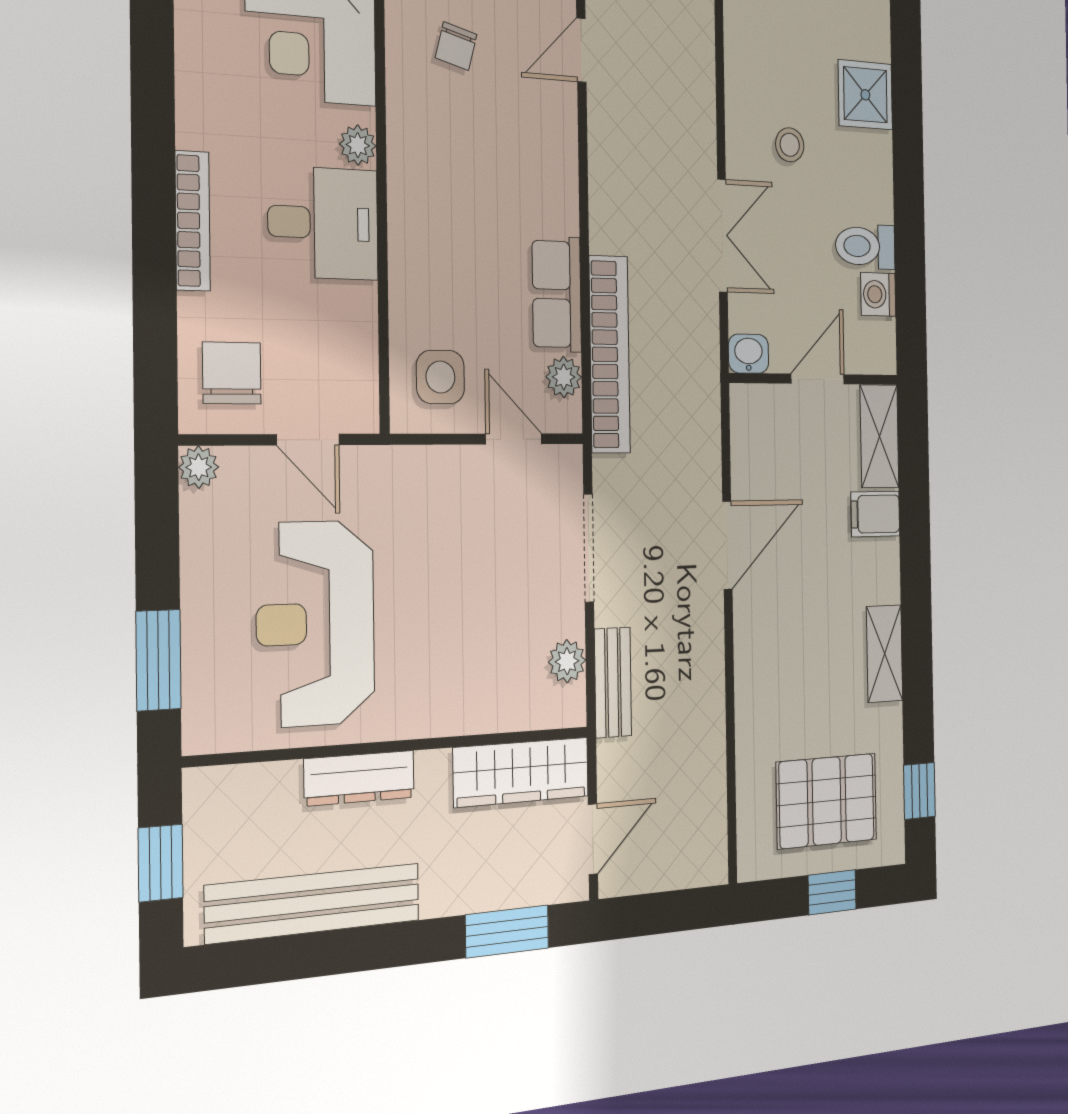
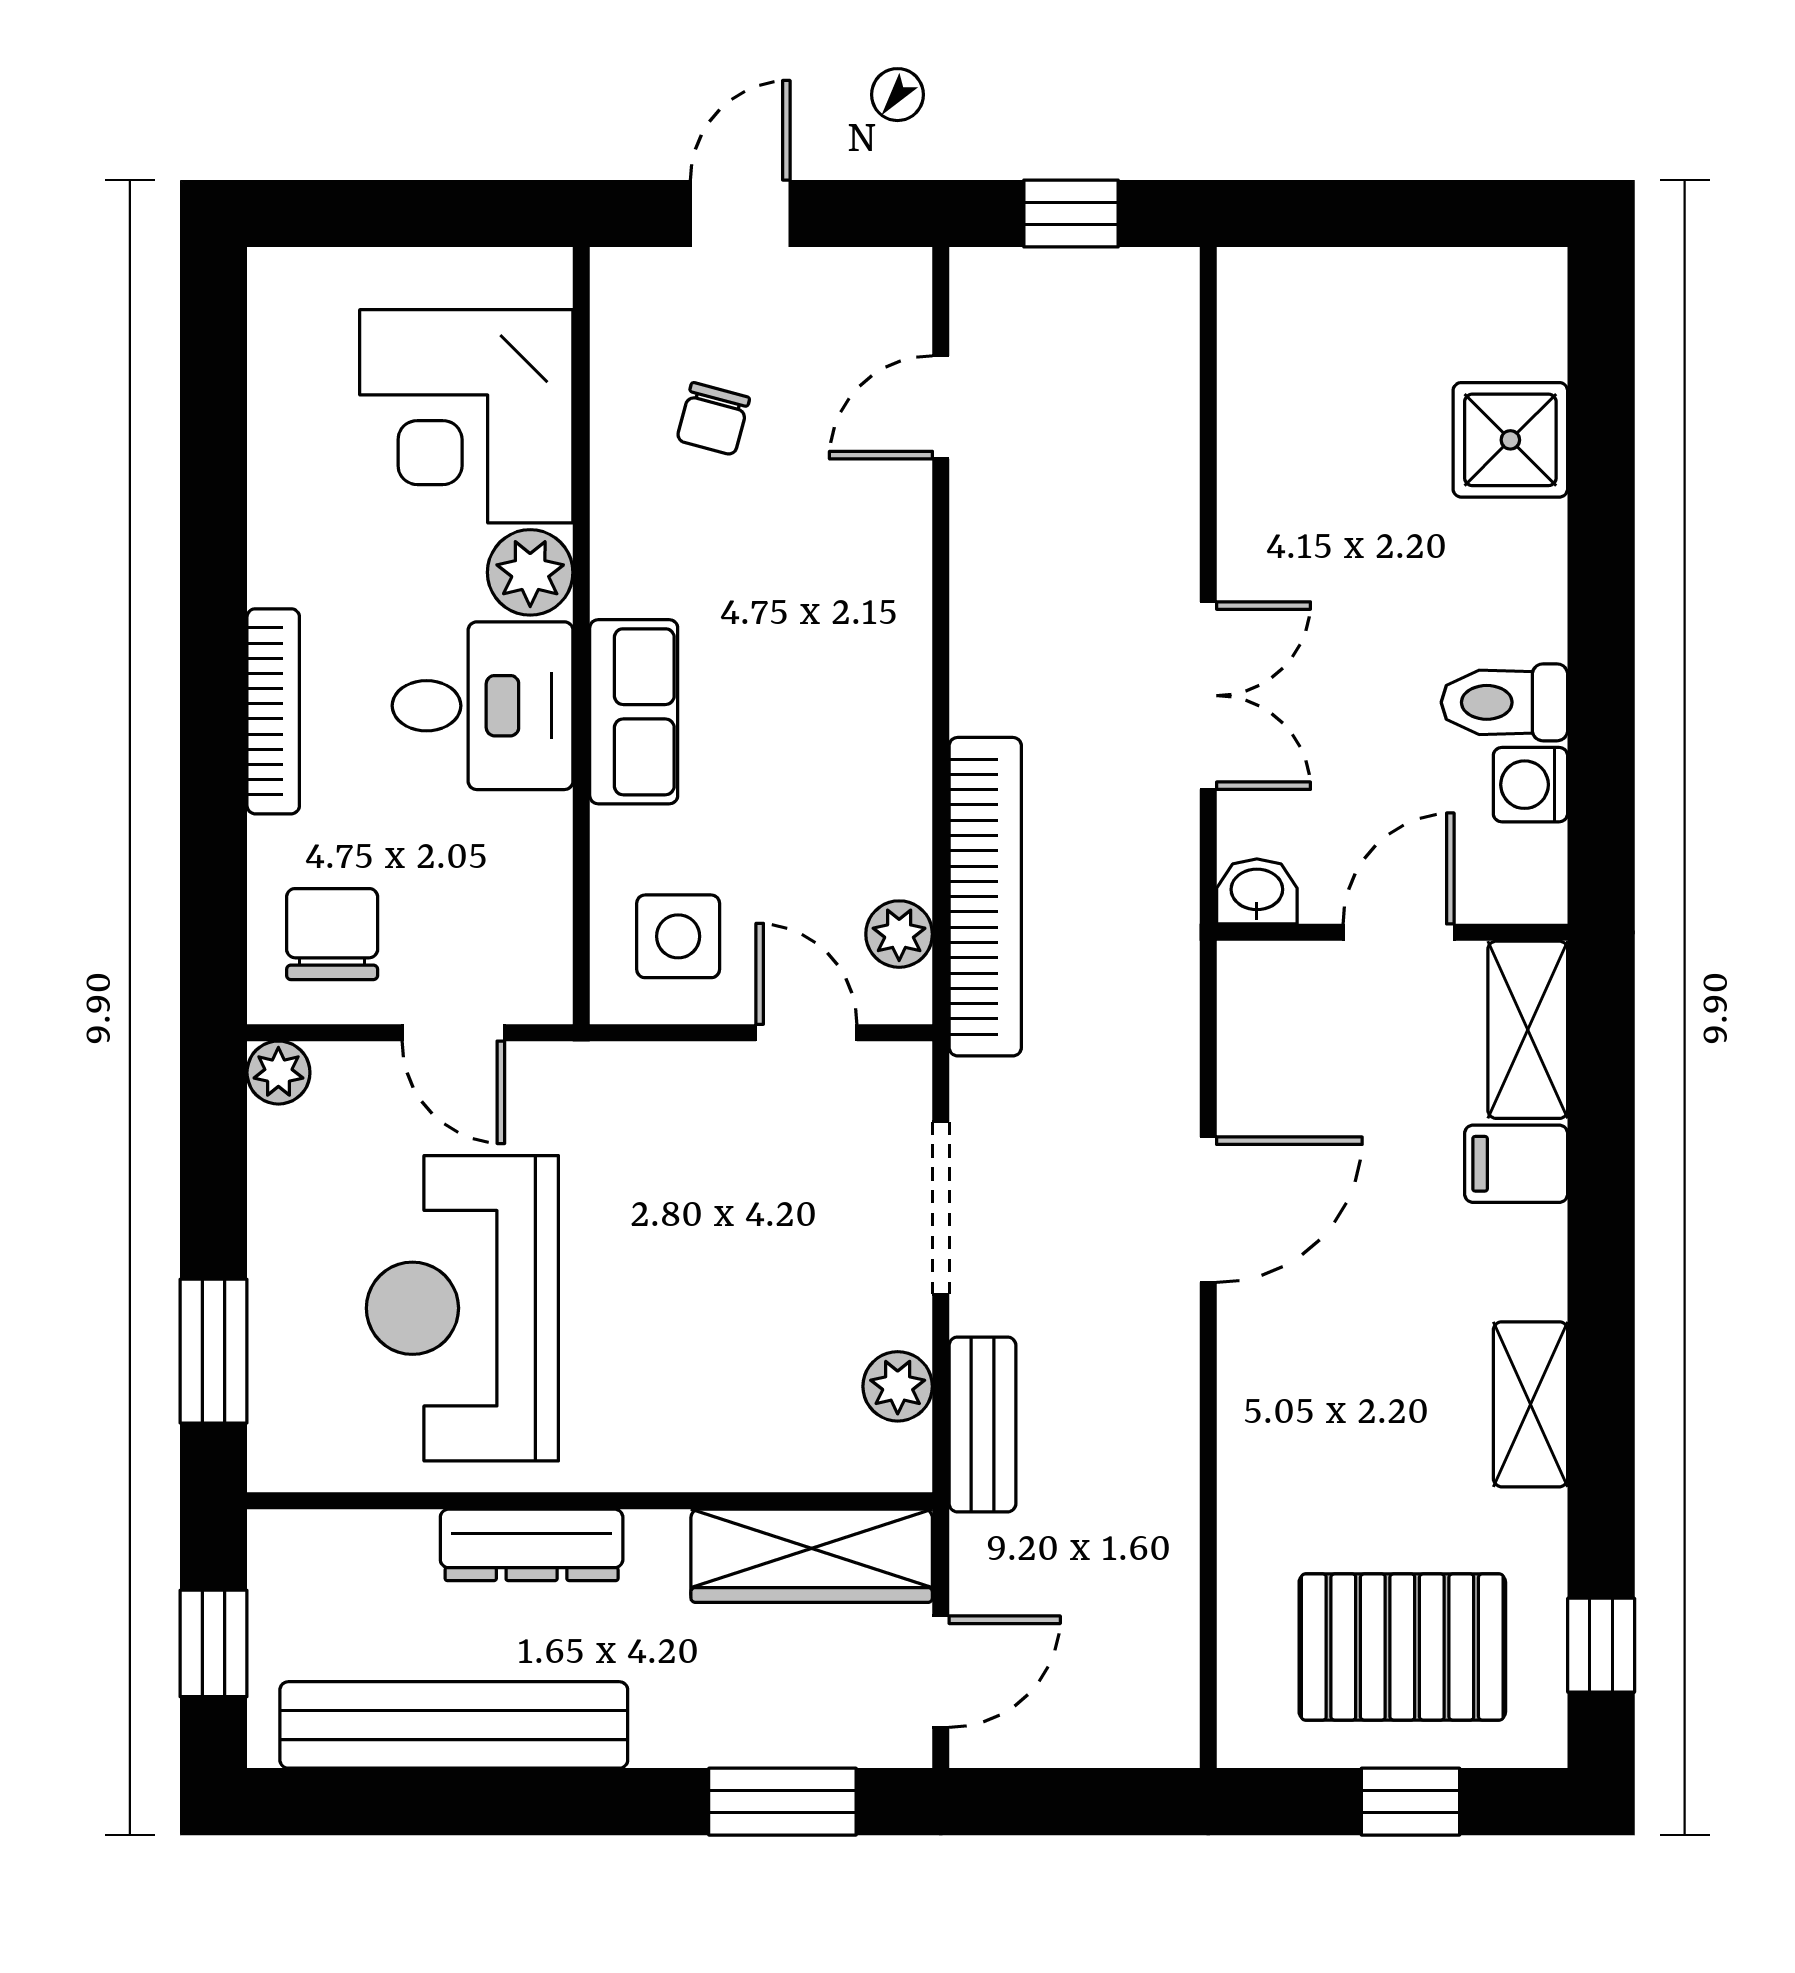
plant: (358, 145) -> (530, 572), width x1.38, depth x1.38
stool: (790, 145) -> (1348, 536), removed
row of seats: (557, 294) -> (634, 712), moved, turned 180

